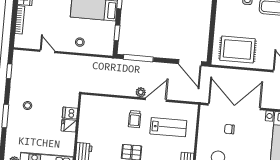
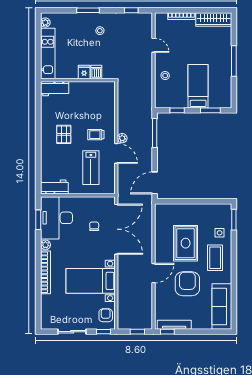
rug: (237, 49) -> (186, 243), moved
door: (47, 51) -> (153, 45), hinge flipped

